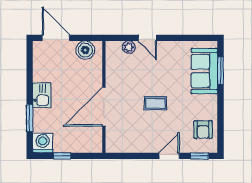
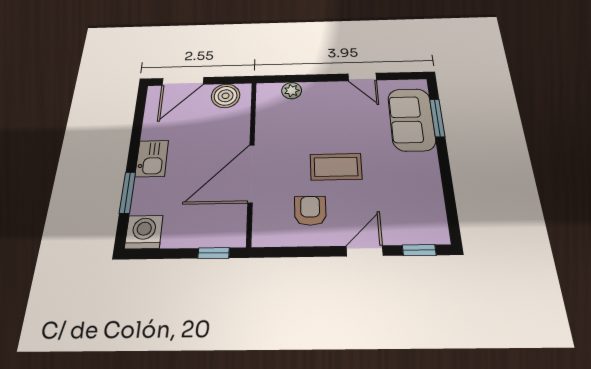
door: (56, 38) -> (183, 81), swing flipped
door: (147, 38) -> (362, 77), moved
coffee table: (155, 103) -> (336, 167), width x1.36, depth x1.30
armchair: (203, 130) -> (310, 211), moved, turned 180
window: (62, 156) -> (214, 253), moved

